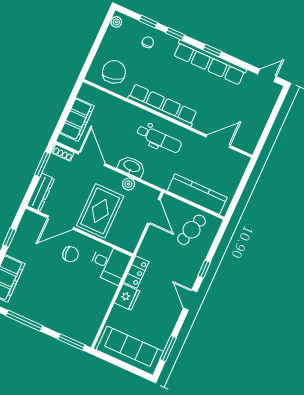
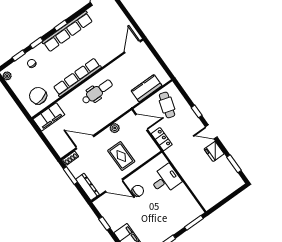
filing cabinet: (77, 120) -> (49, 117), moved, turned 90
door: (218, 141) -> (132, 47), moved
washbasin: (132, 166) -> (105, 120), removed
kitchen counter: (197, 194) -> (147, 88), width x0.67
rug: (100, 211) -> (121, 156), width x0.73, depth x0.70
door: (61, 223) -> (114, 186), hinge flipped
desk: (109, 264) -> (165, 180), moved
locker: (136, 272) -> (162, 139), moved
fridge: (127, 297) -> (214, 151), moved, turned 180
sofa: (130, 351) -> (221, 189), removed

